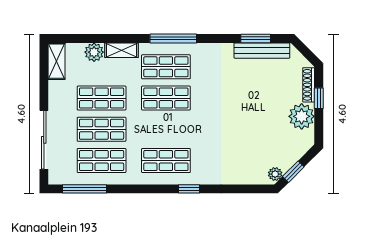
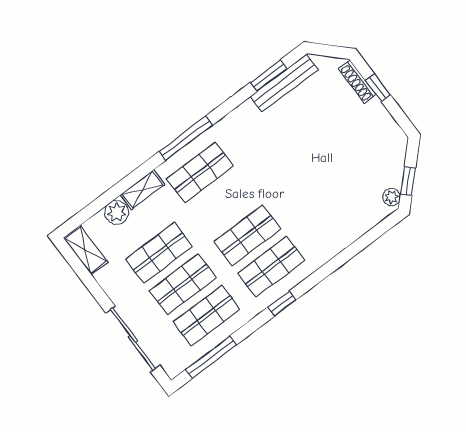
shop shelf: (166, 98) -> (248, 235), moved
plant: (302, 116) -> (374, 119), removed
window: (189, 189) -> (282, 304), moved

